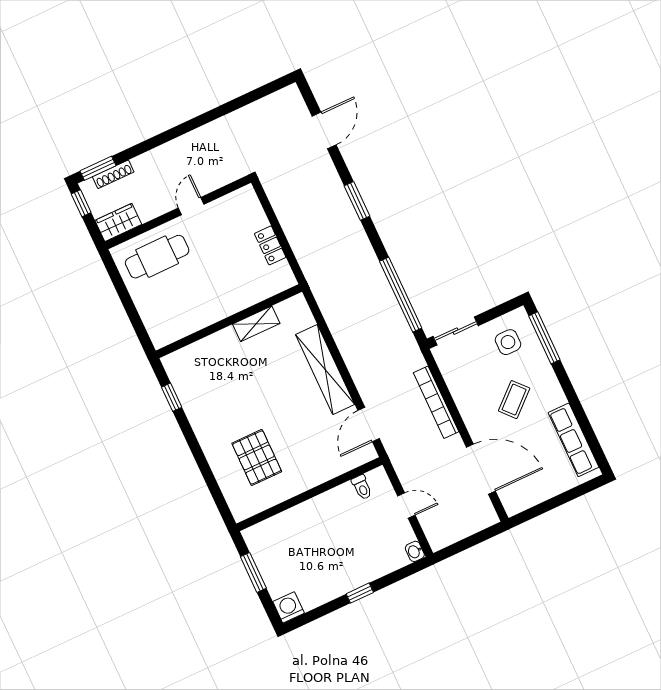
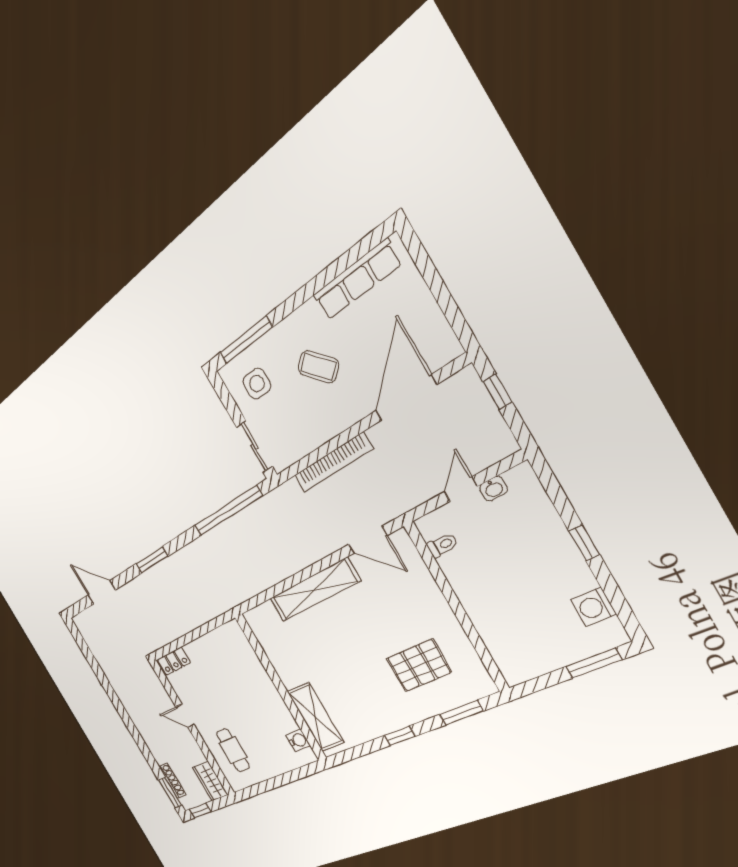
locker: (270, 245) -> (174, 661), moved
cafe table: (157, 257) -> (233, 750), width x0.73, depth x0.74
shelving: (256, 324) -> (315, 717), moved, width x1.50, depth x1.33
water cooler: (175, 331) -> (298, 740), added
window: (172, 397) -> (400, 736), moved
window: (215, 490) -> (461, 713), added
window: (477, 538) -> (498, 392), added
washbasin: (415, 551) -> (493, 489), moved
window: (253, 572) -> (594, 663), moved
washing machine: (289, 607) -> (593, 607), moved

